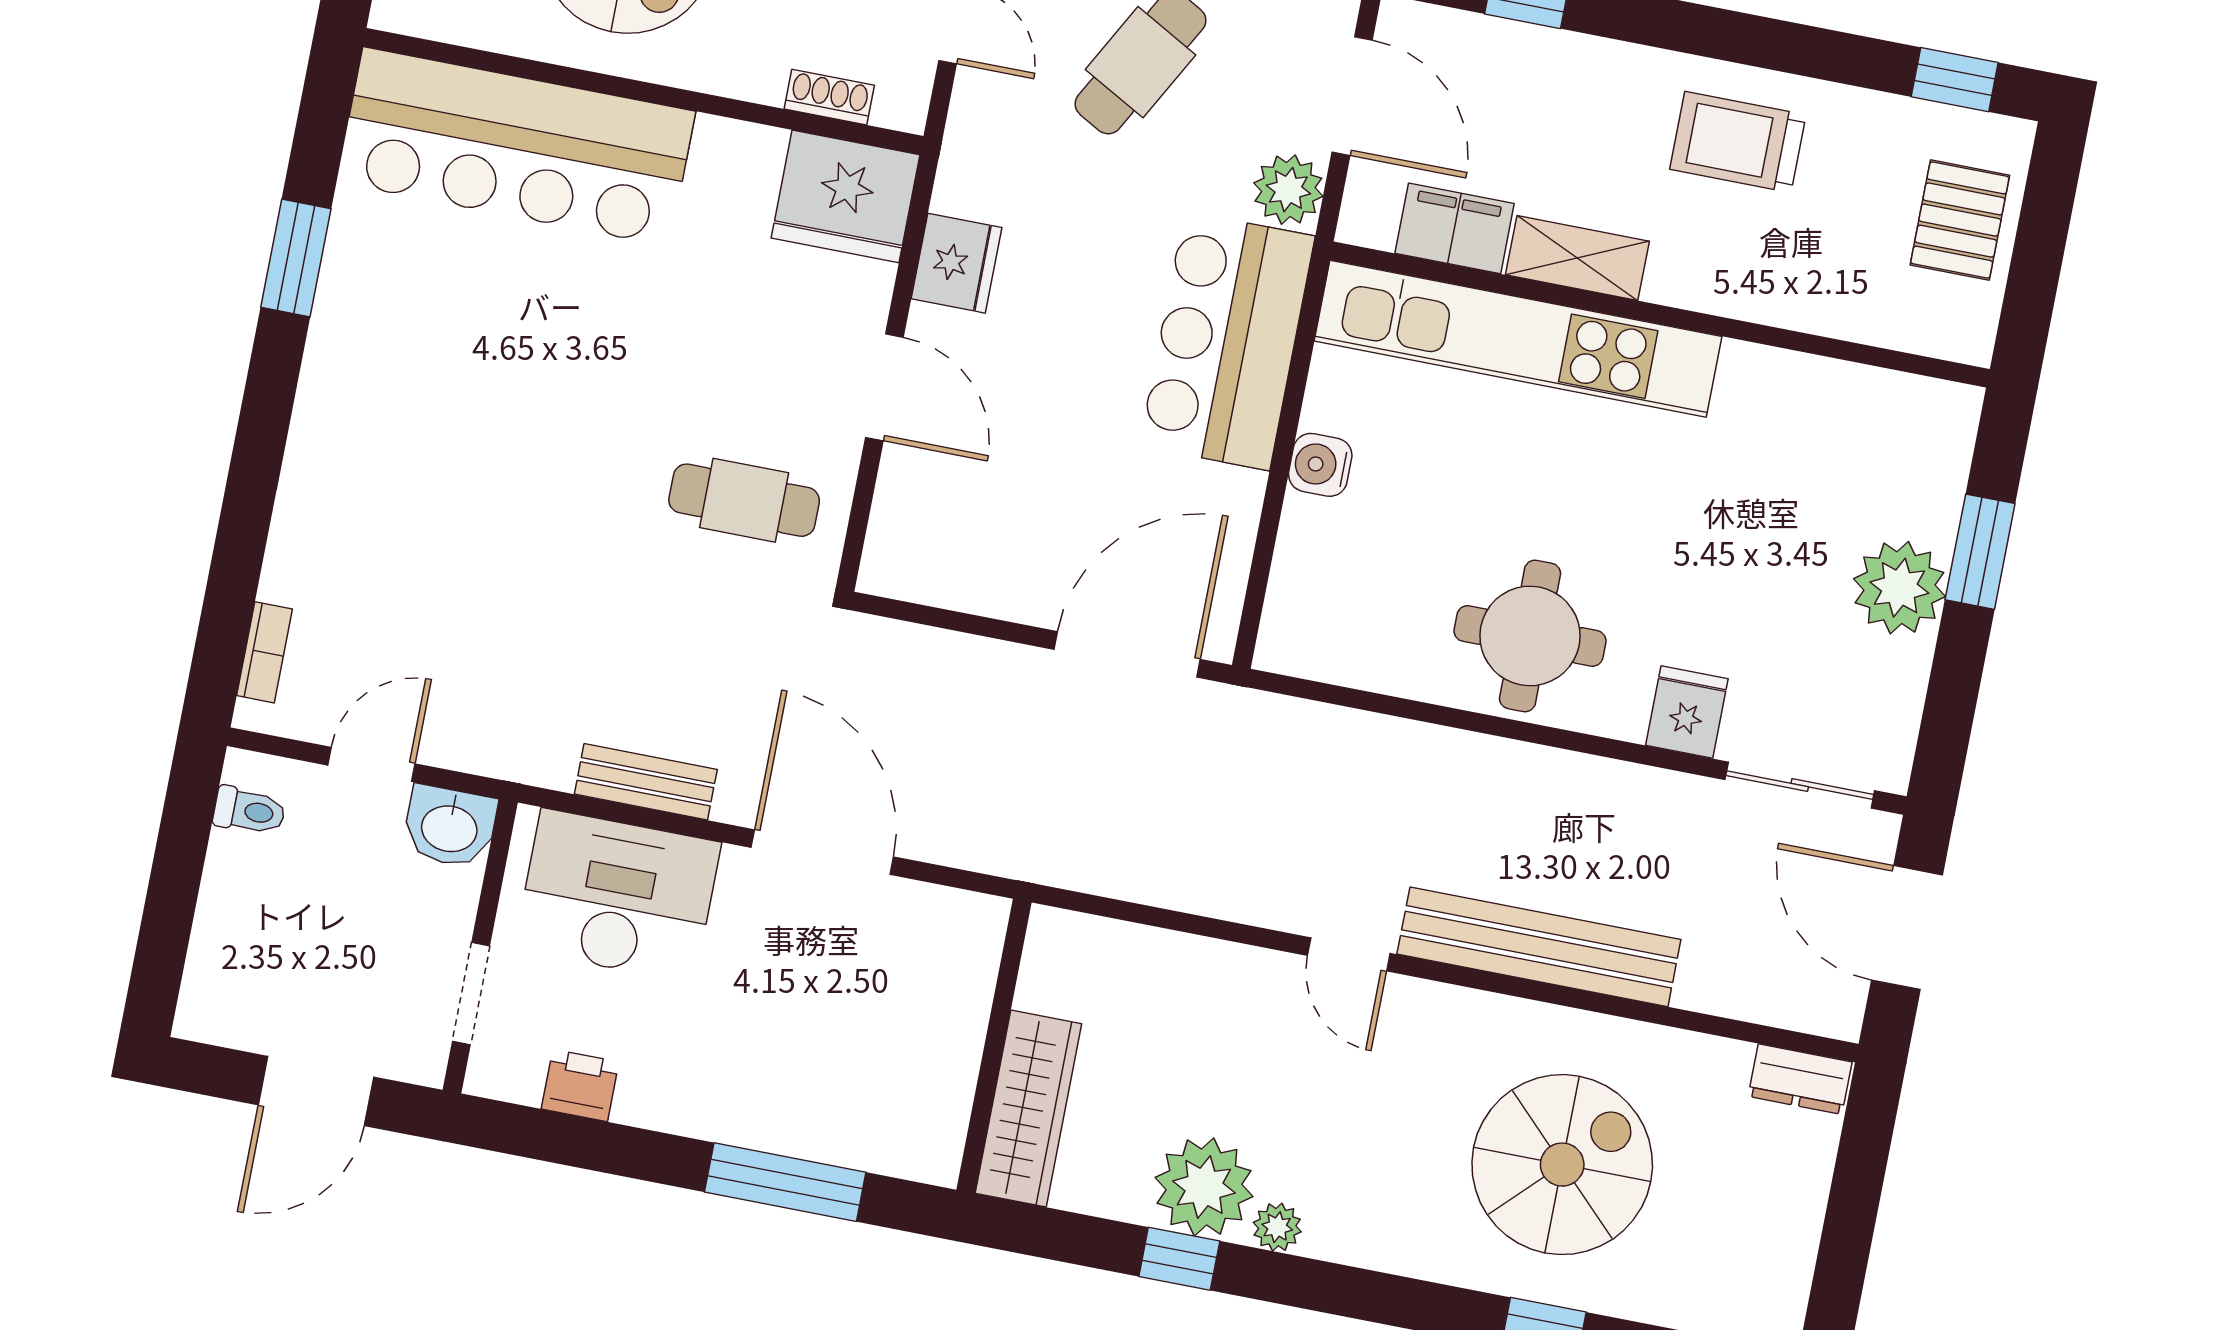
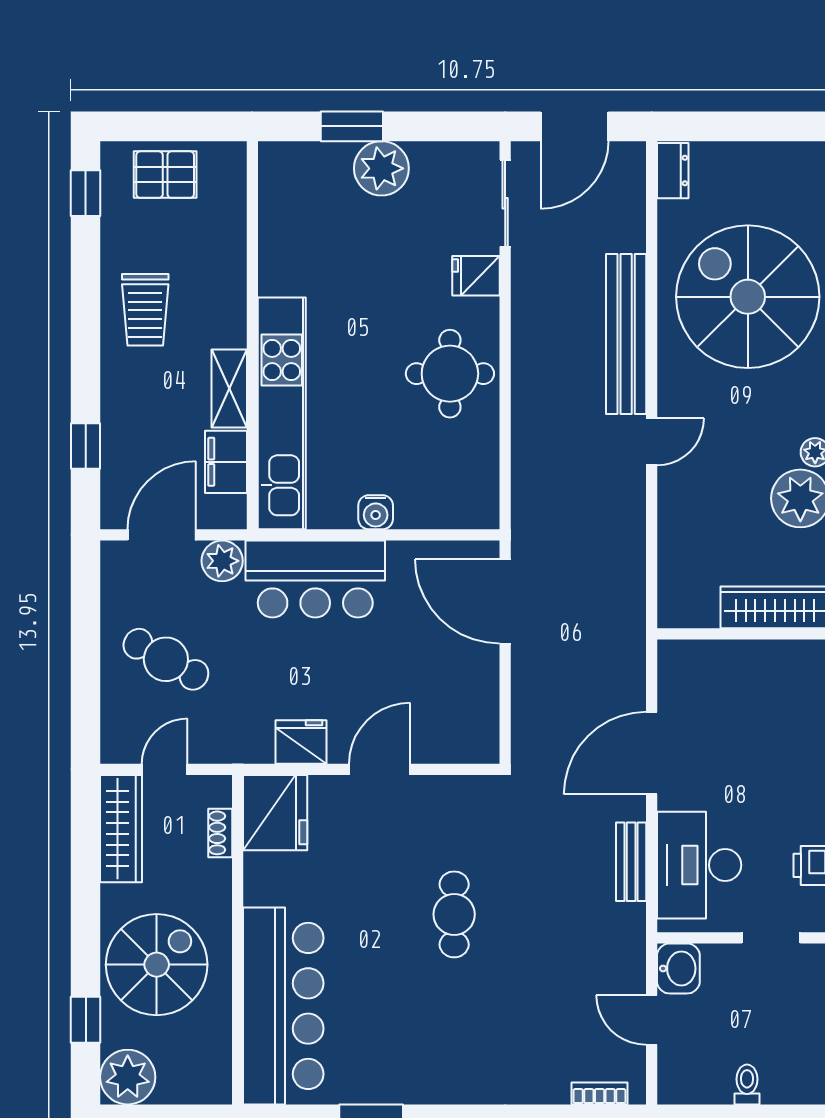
cafe table: (744, 500) -> (454, 914), moved
toilet: (249, 811) -> (747, 1084), moved
spiral stairs: (1562, 1165) -> (748, 297), width x1.37, depth x1.37

